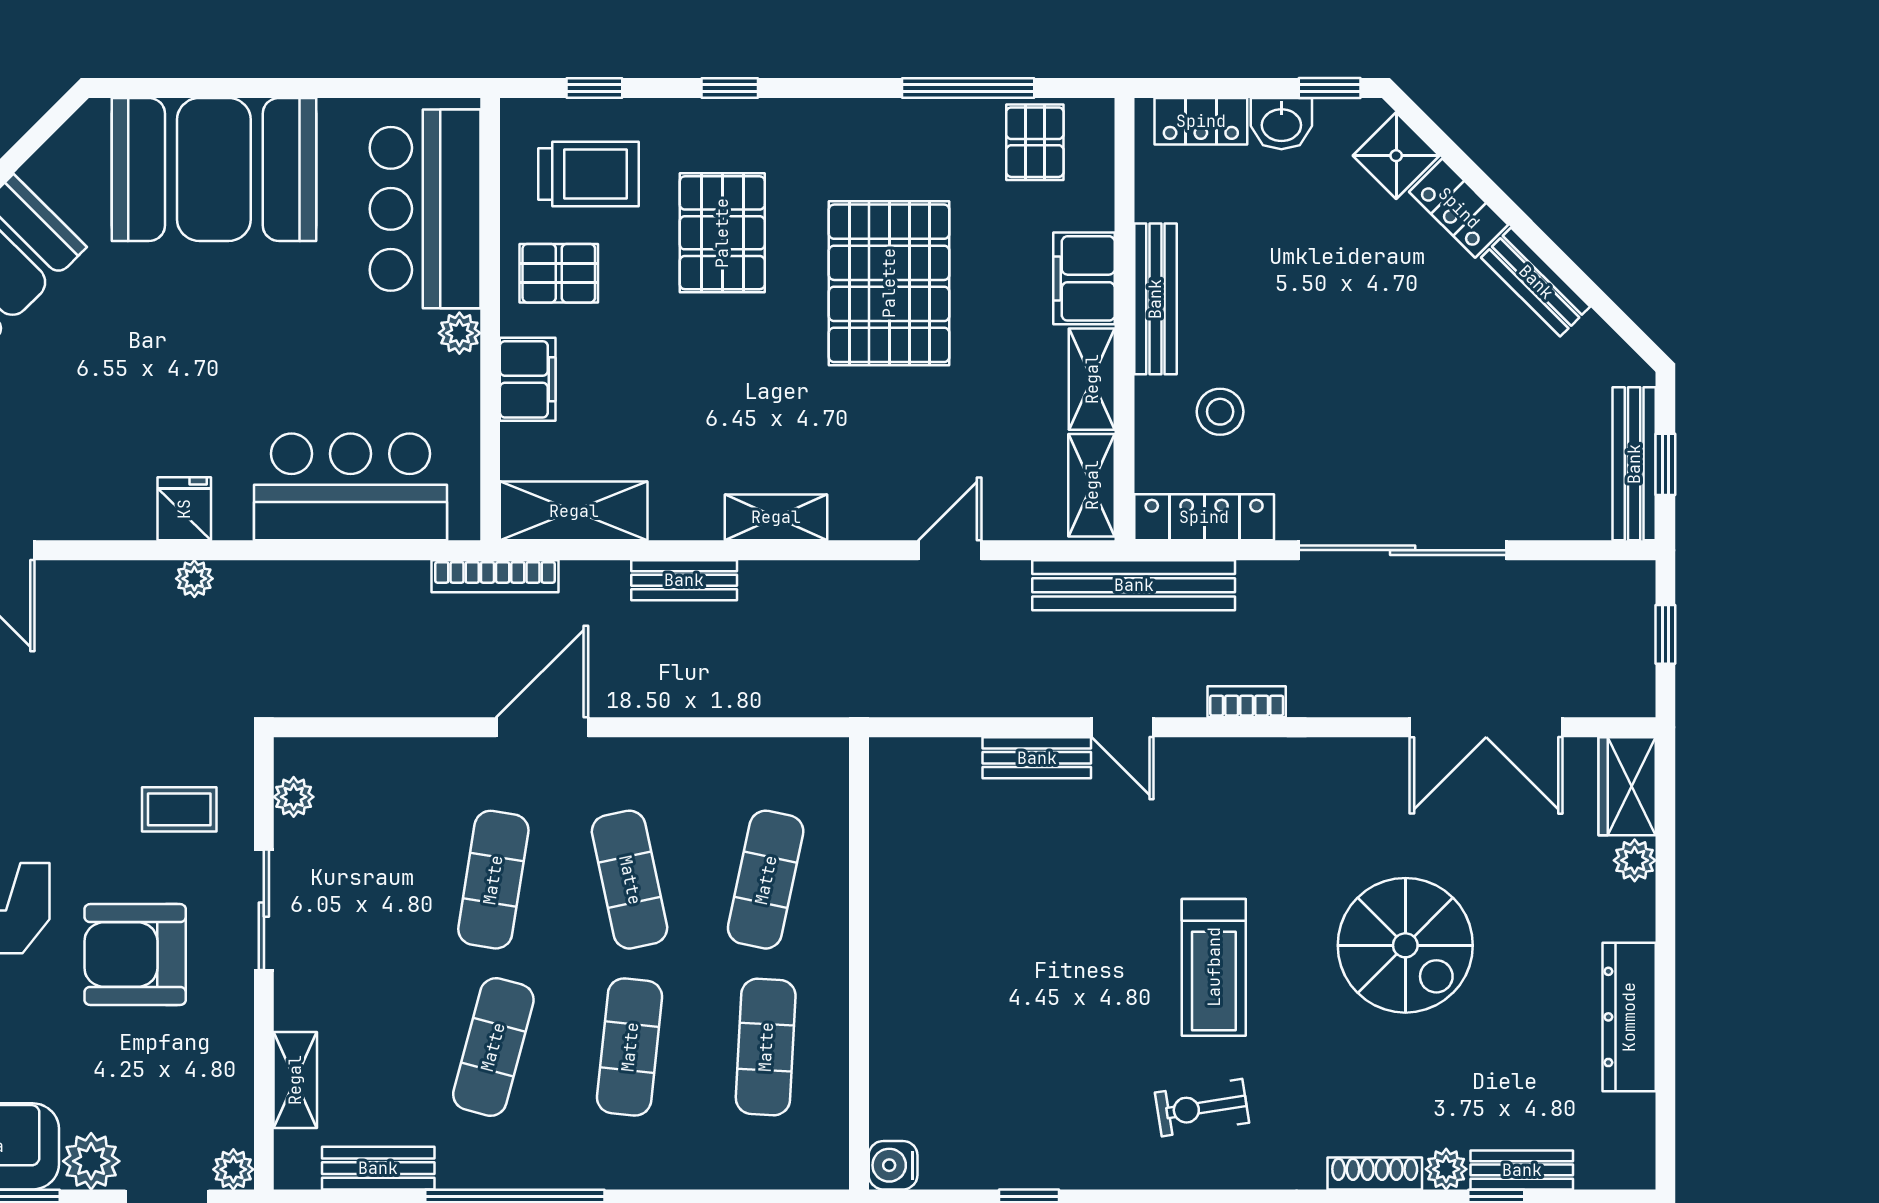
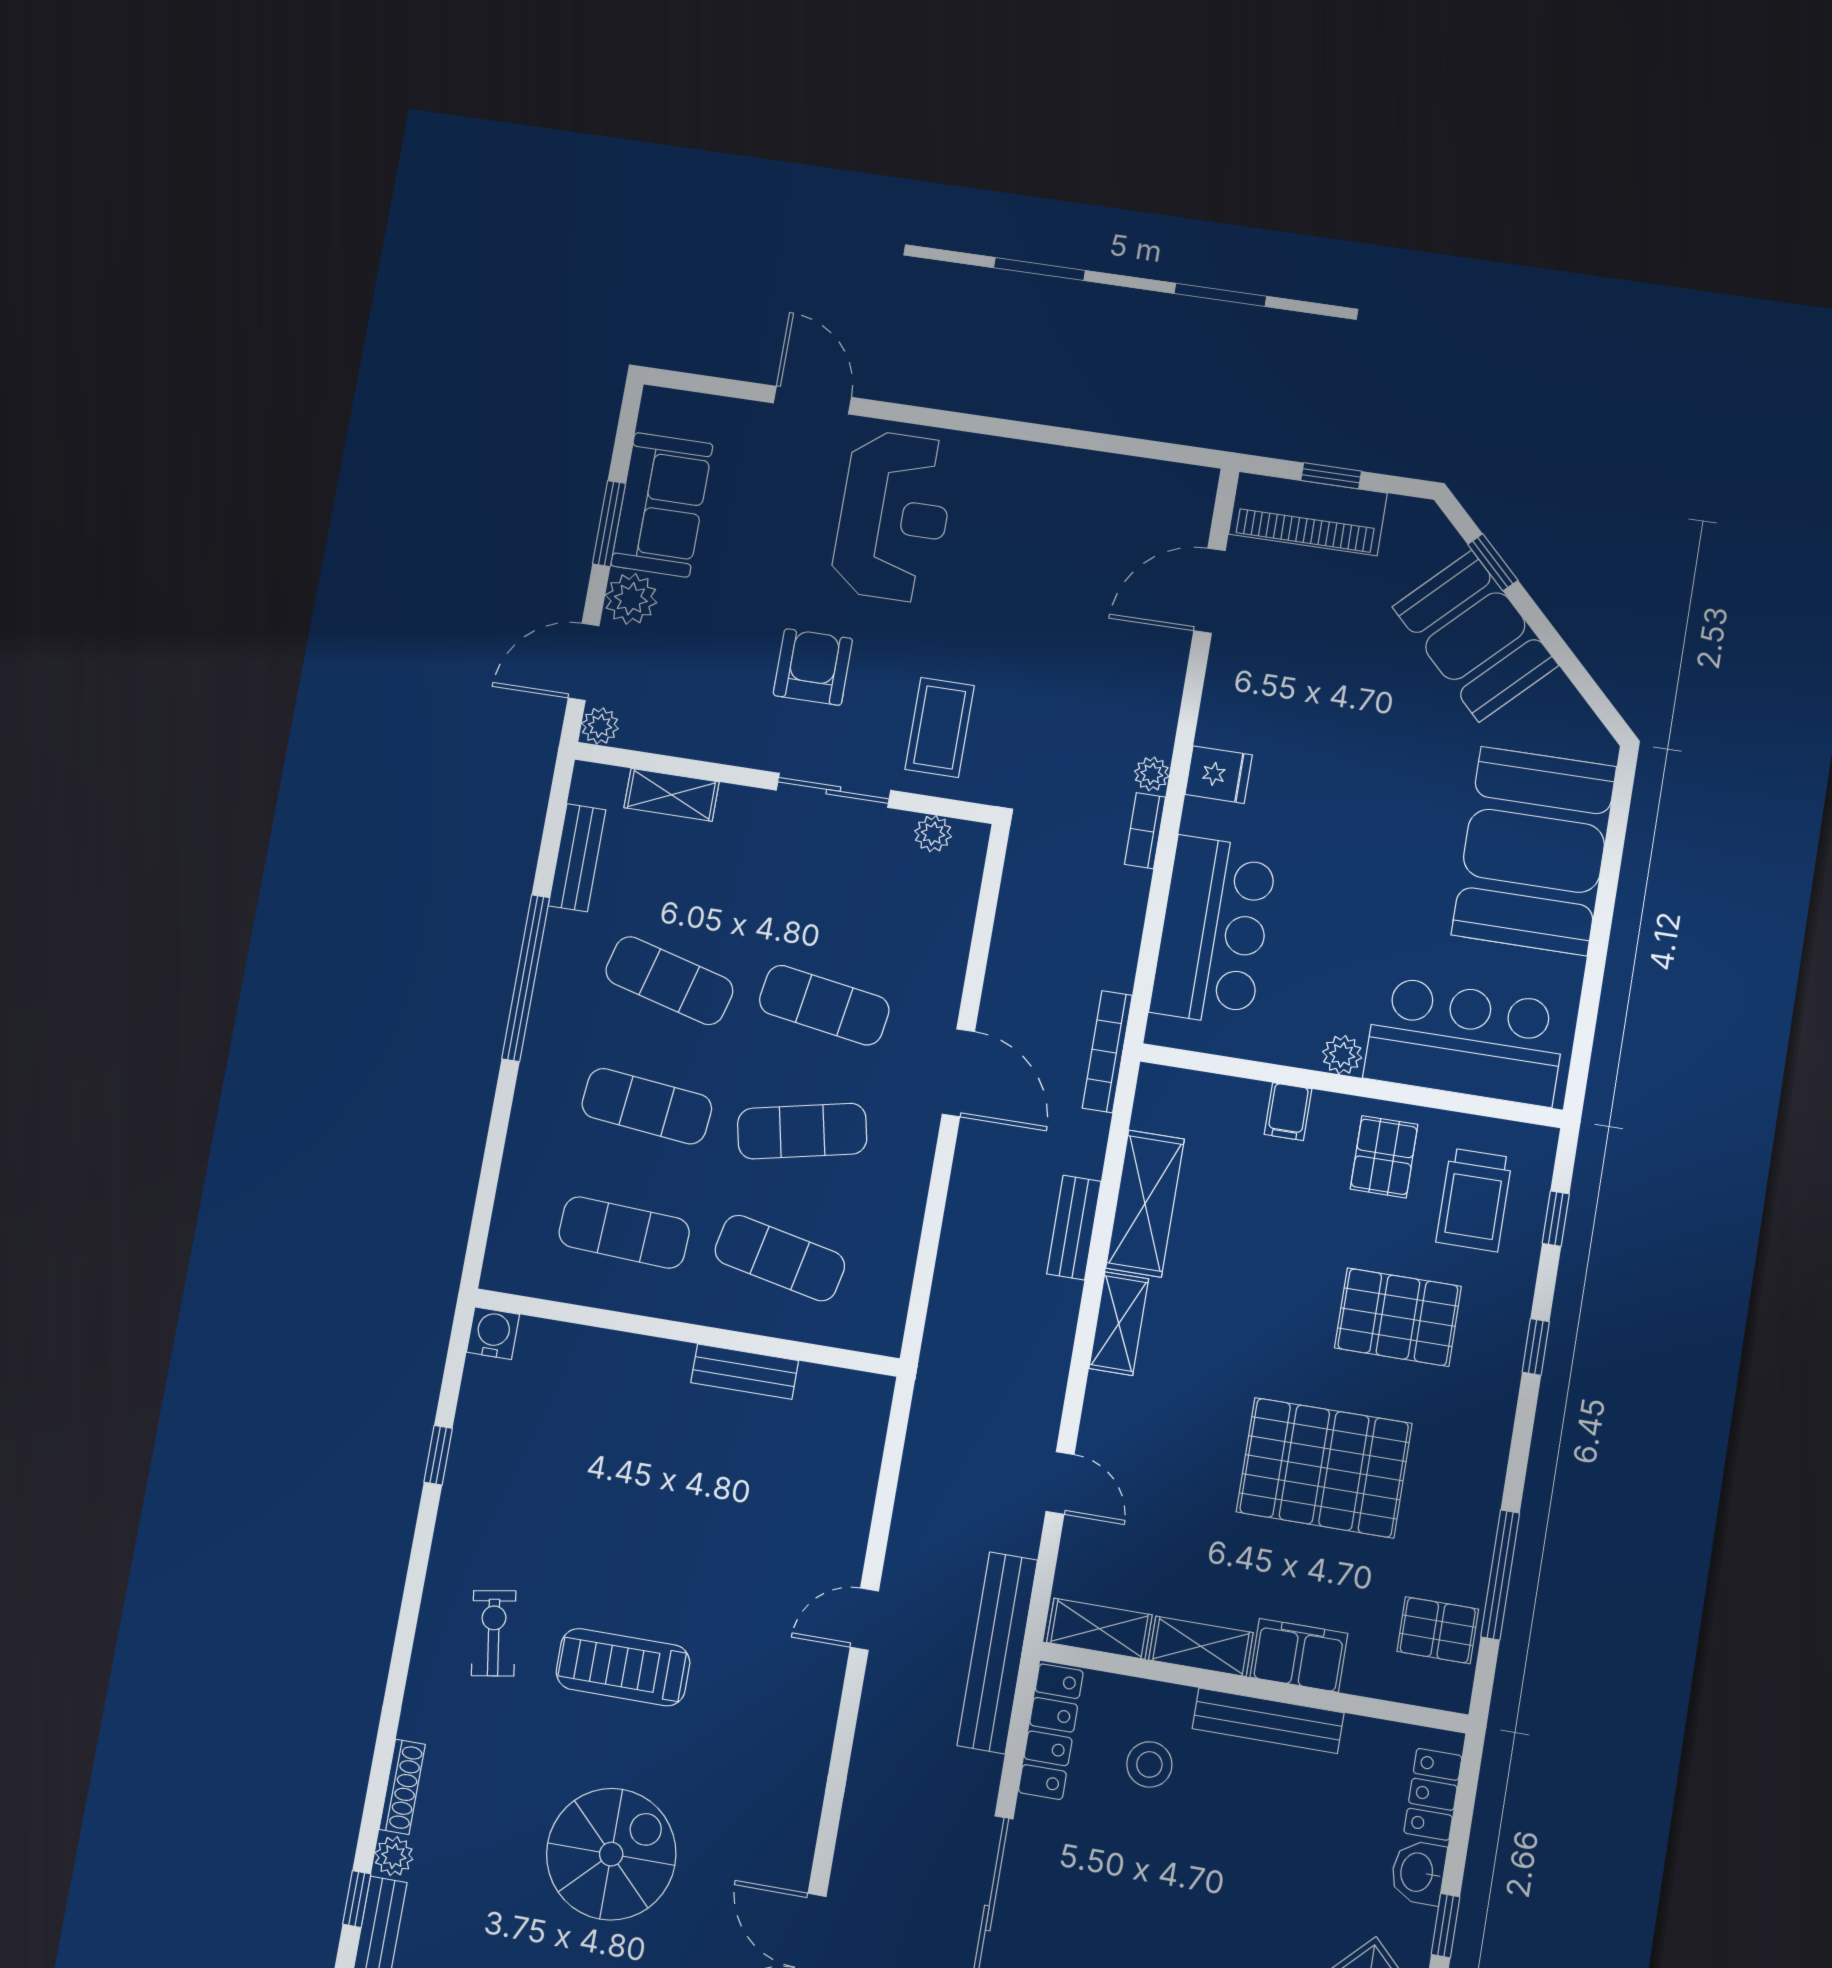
filing cabinet: (528, 379) -> (1288, 1112), width x0.50
shelving: (574, 511) -> (1145, 1204), moved
bookcase: (1247, 702) -> (1145, 831), moved, turned 180
bench: (1037, 758) -> (745, 1372), moved, turned 90
coffee table: (179, 809) -> (940, 727), width x1.36, depth x1.30
spiral stairs: (1405, 945) -> (611, 1854), turned 180
armchair: (135, 955) -> (813, 667), width x0.73, depth x0.73

